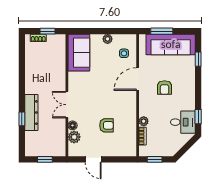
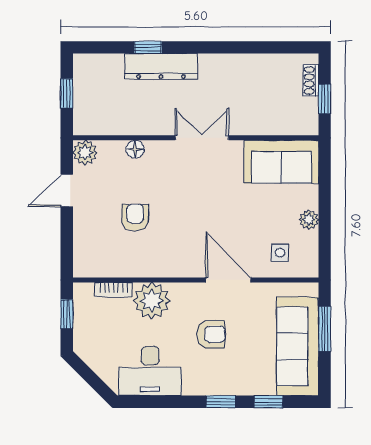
armchair: (165, 88) -> (211, 334), turned 180
double door: (67, 105) -> (202, 138), moved
window: (198, 117) -> (221, 402), moved
plant: (144, 121) -> (152, 301), width x1.88, depth x1.88
desk: (183, 122) -> (150, 371), width x1.37
armchair: (106, 125) -> (135, 217), turned 180
plant: (74, 137) -> (85, 153), moved

